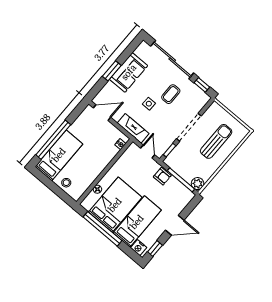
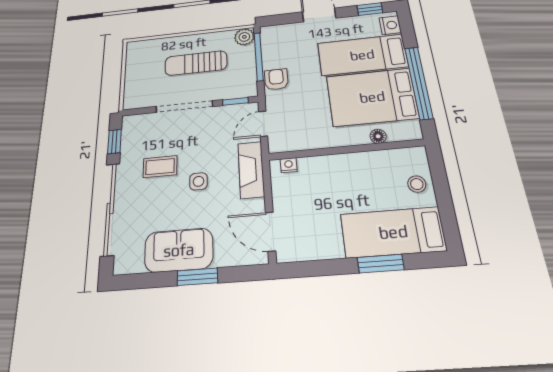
window: (53, 140) -> (381, 264), width x0.47
sun lounger: (216, 141) -> (196, 63), moved

